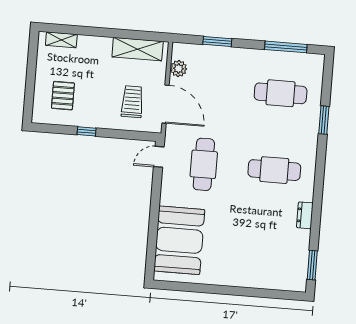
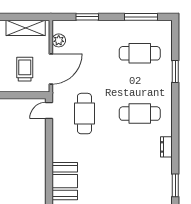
door: (166, 104) -> (51, 69), hinge flipped
booth: (179, 240) -> (65, 181), width x0.73, depth x0.70

